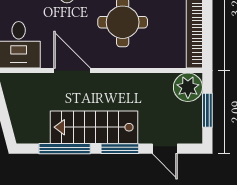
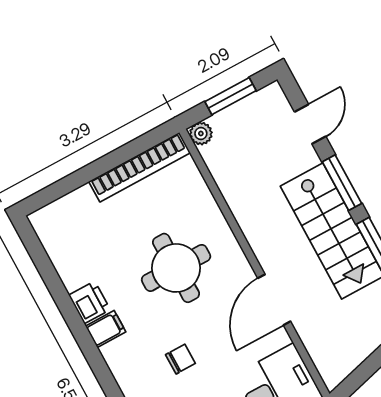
plant: (188, 87) -> (201, 133), width x0.53, depth x0.53

